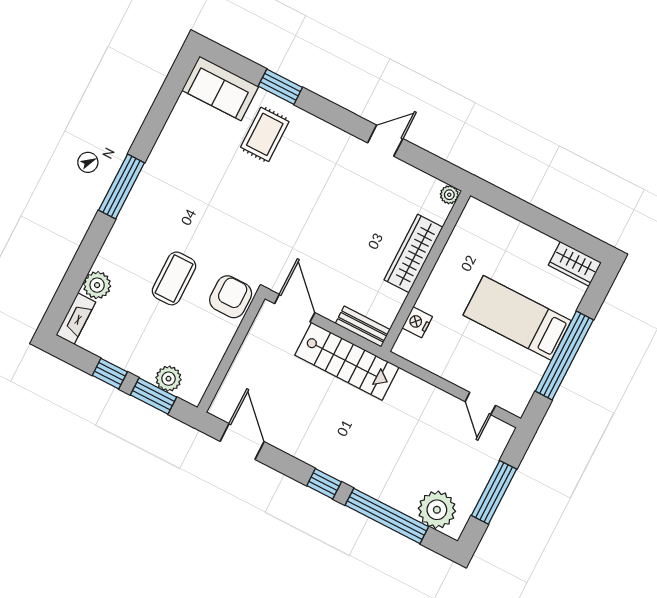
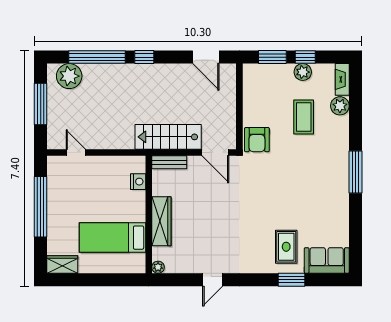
coffee table: (174, 278) -> (304, 117), moved
bed: (517, 318) -> (112, 238), moved, turned 180
plant: (169, 379) -> (303, 72), moved

